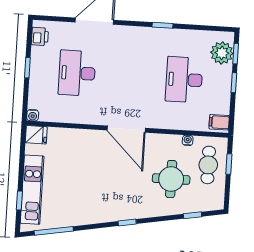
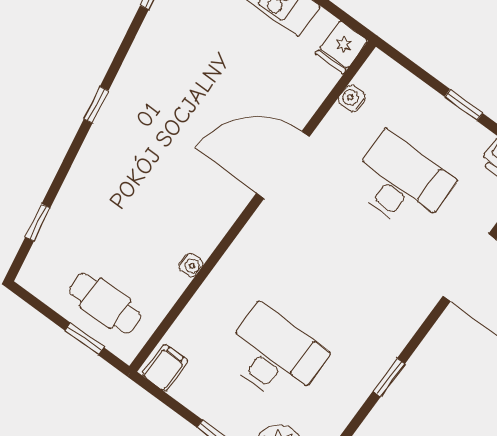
water cooler: (33, 115) -> (352, 98), moved
door: (126, 129) -> (283, 165), moved
water cooler: (188, 140) -> (191, 265), moved
round table: (171, 179) -> (122, 226), removed

